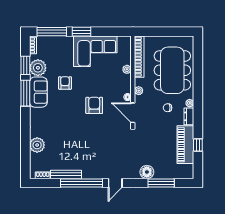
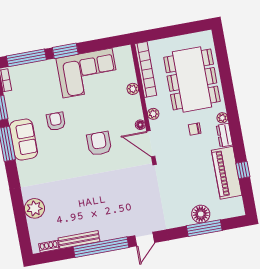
plant: (38, 68) -> (17, 108), removed
floor lamp: (147, 172) -> (201, 214), moved

